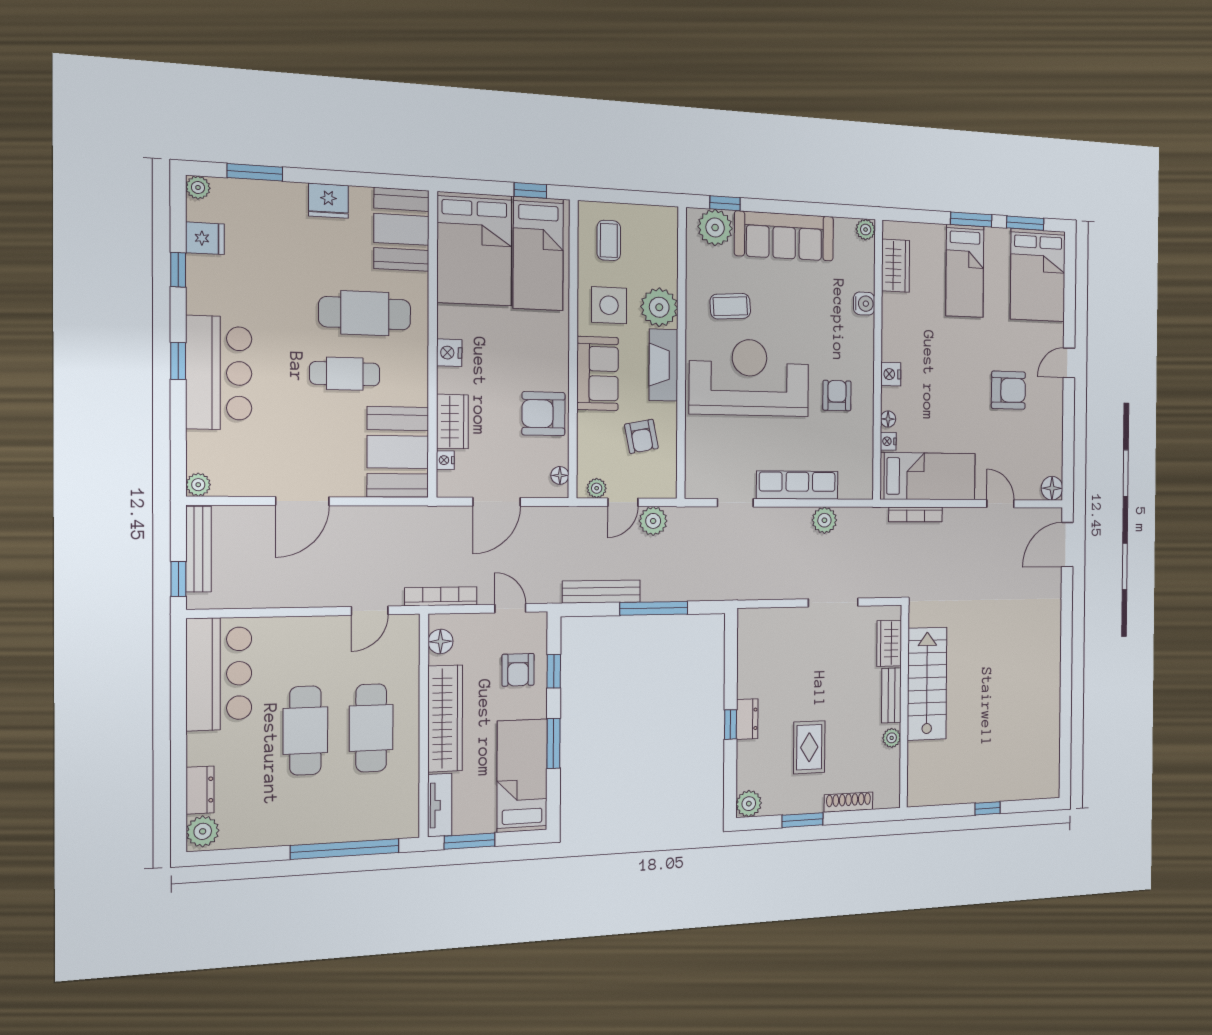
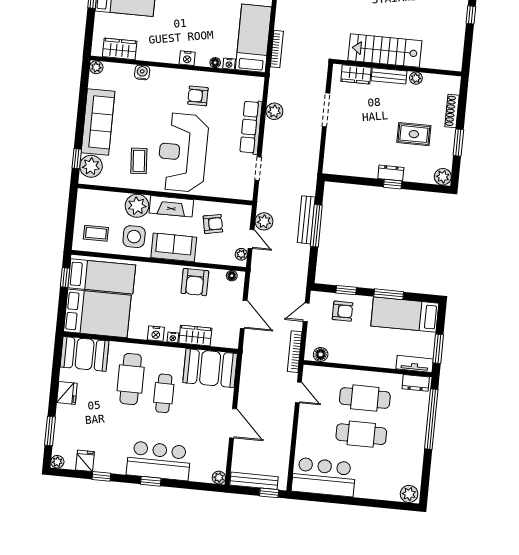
nightstand: (445, 460) -> (173, 337), moved
bench: (601, 592) -> (306, 220), moved
wardrobe: (445, 718) -> (365, 356), removed
dresser: (200, 790) -> (416, 383), moved, turned 180

